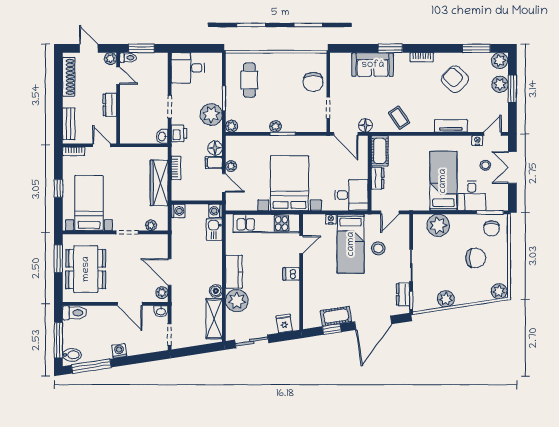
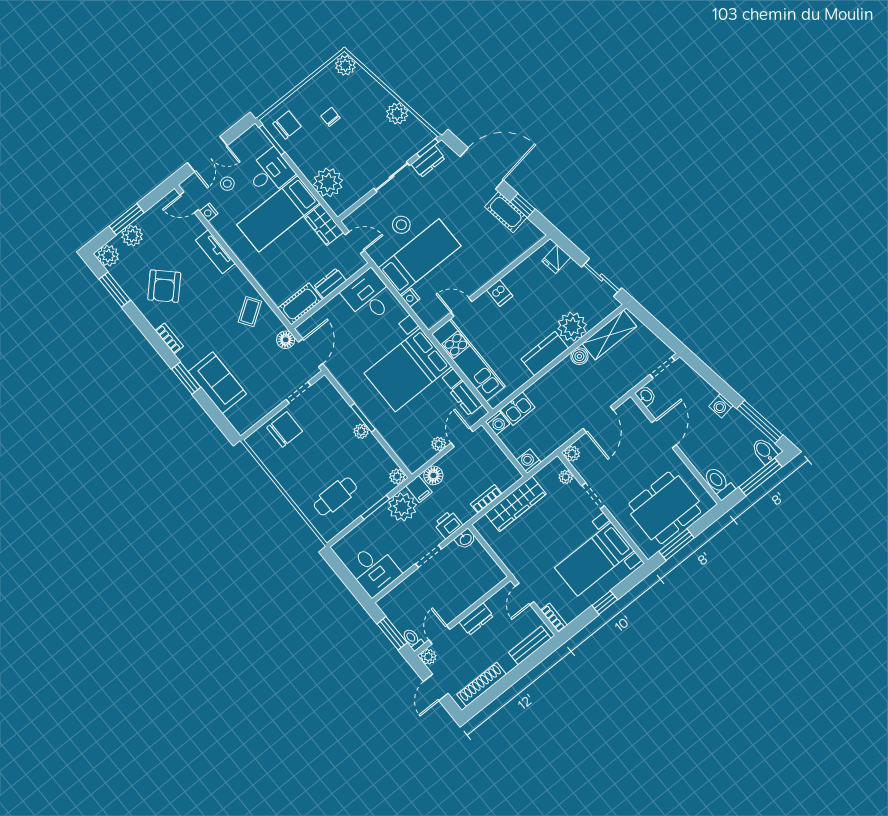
filing cabinet: (214, 163) -> (419, 489), moved
wardrobe: (415, 203) -> (324, 225), added
dresser: (245, 204) -> (466, 398), added
chair: (476, 258) -> (330, 117), width x0.54, depth x0.54
plant: (162, 293) -> (572, 454), moved

